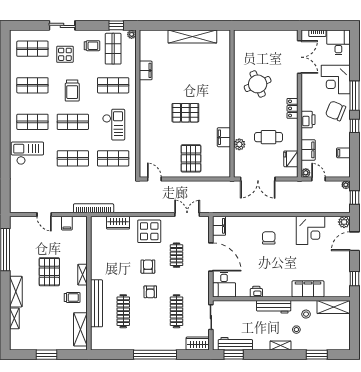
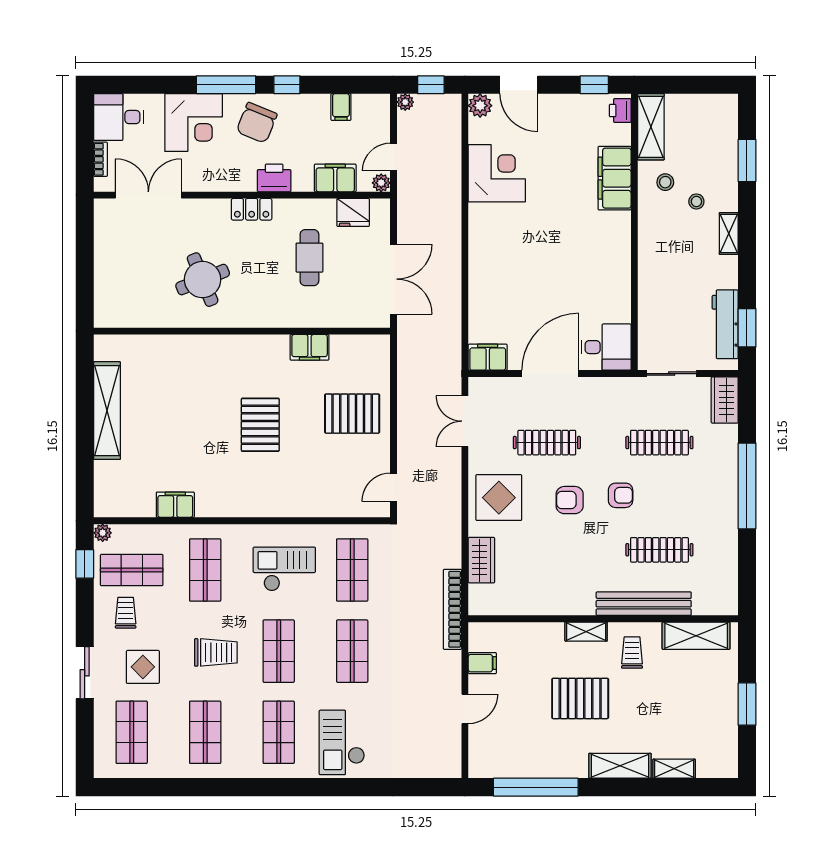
plant: (239, 144) -> (324, 316), removed
chair: (269, 238) -> (512, 257), removed
clothes rail: (177, 255) -> (547, 443), width x1.36
printer: (256, 292) -> (620, 111), moved
workbench: (274, 307) -> (651, 247), removed

